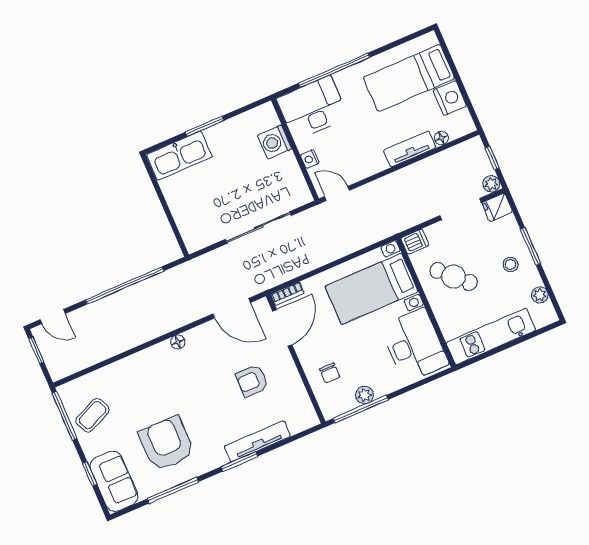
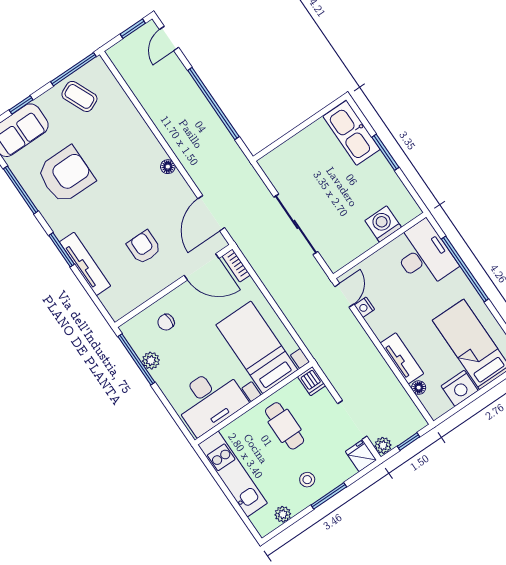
nightstand: (310, 159) -> (364, 307), moved, turned -90
cafe table: (454, 276) -> (285, 426), turned -44

